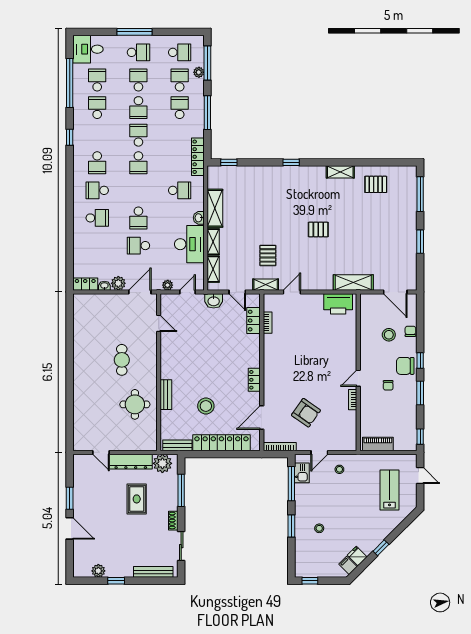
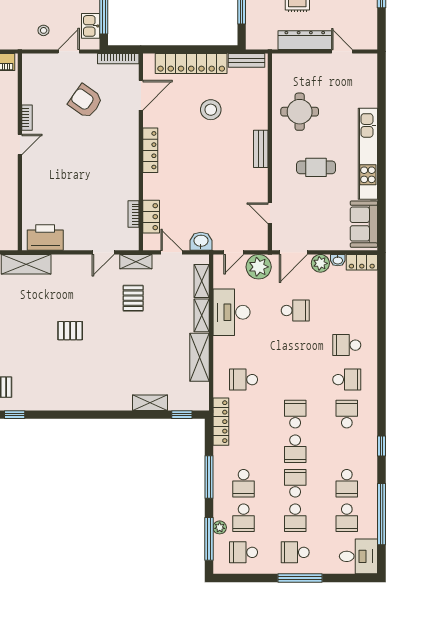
window: (291, 162) -> (15, 415), moved
shelving: (340, 172) -> (150, 403), moved
school desk: (138, 218) -> (295, 345), removed
washbasin: (199, 218) -> (220, 345), removed
plant: (168, 285) -> (259, 267), width x1.88, depth x1.88
sofa: (84, 315) -> (364, 224), added
cafe table: (122, 360) -> (316, 167), turned 90
kitchen unit: (80, 371) -> (368, 154), added
locker: (254, 380) -> (150, 150), width x1.53
bench: (166, 395) -> (261, 149), moved
plant: (162, 463) -> (265, 38), removed

